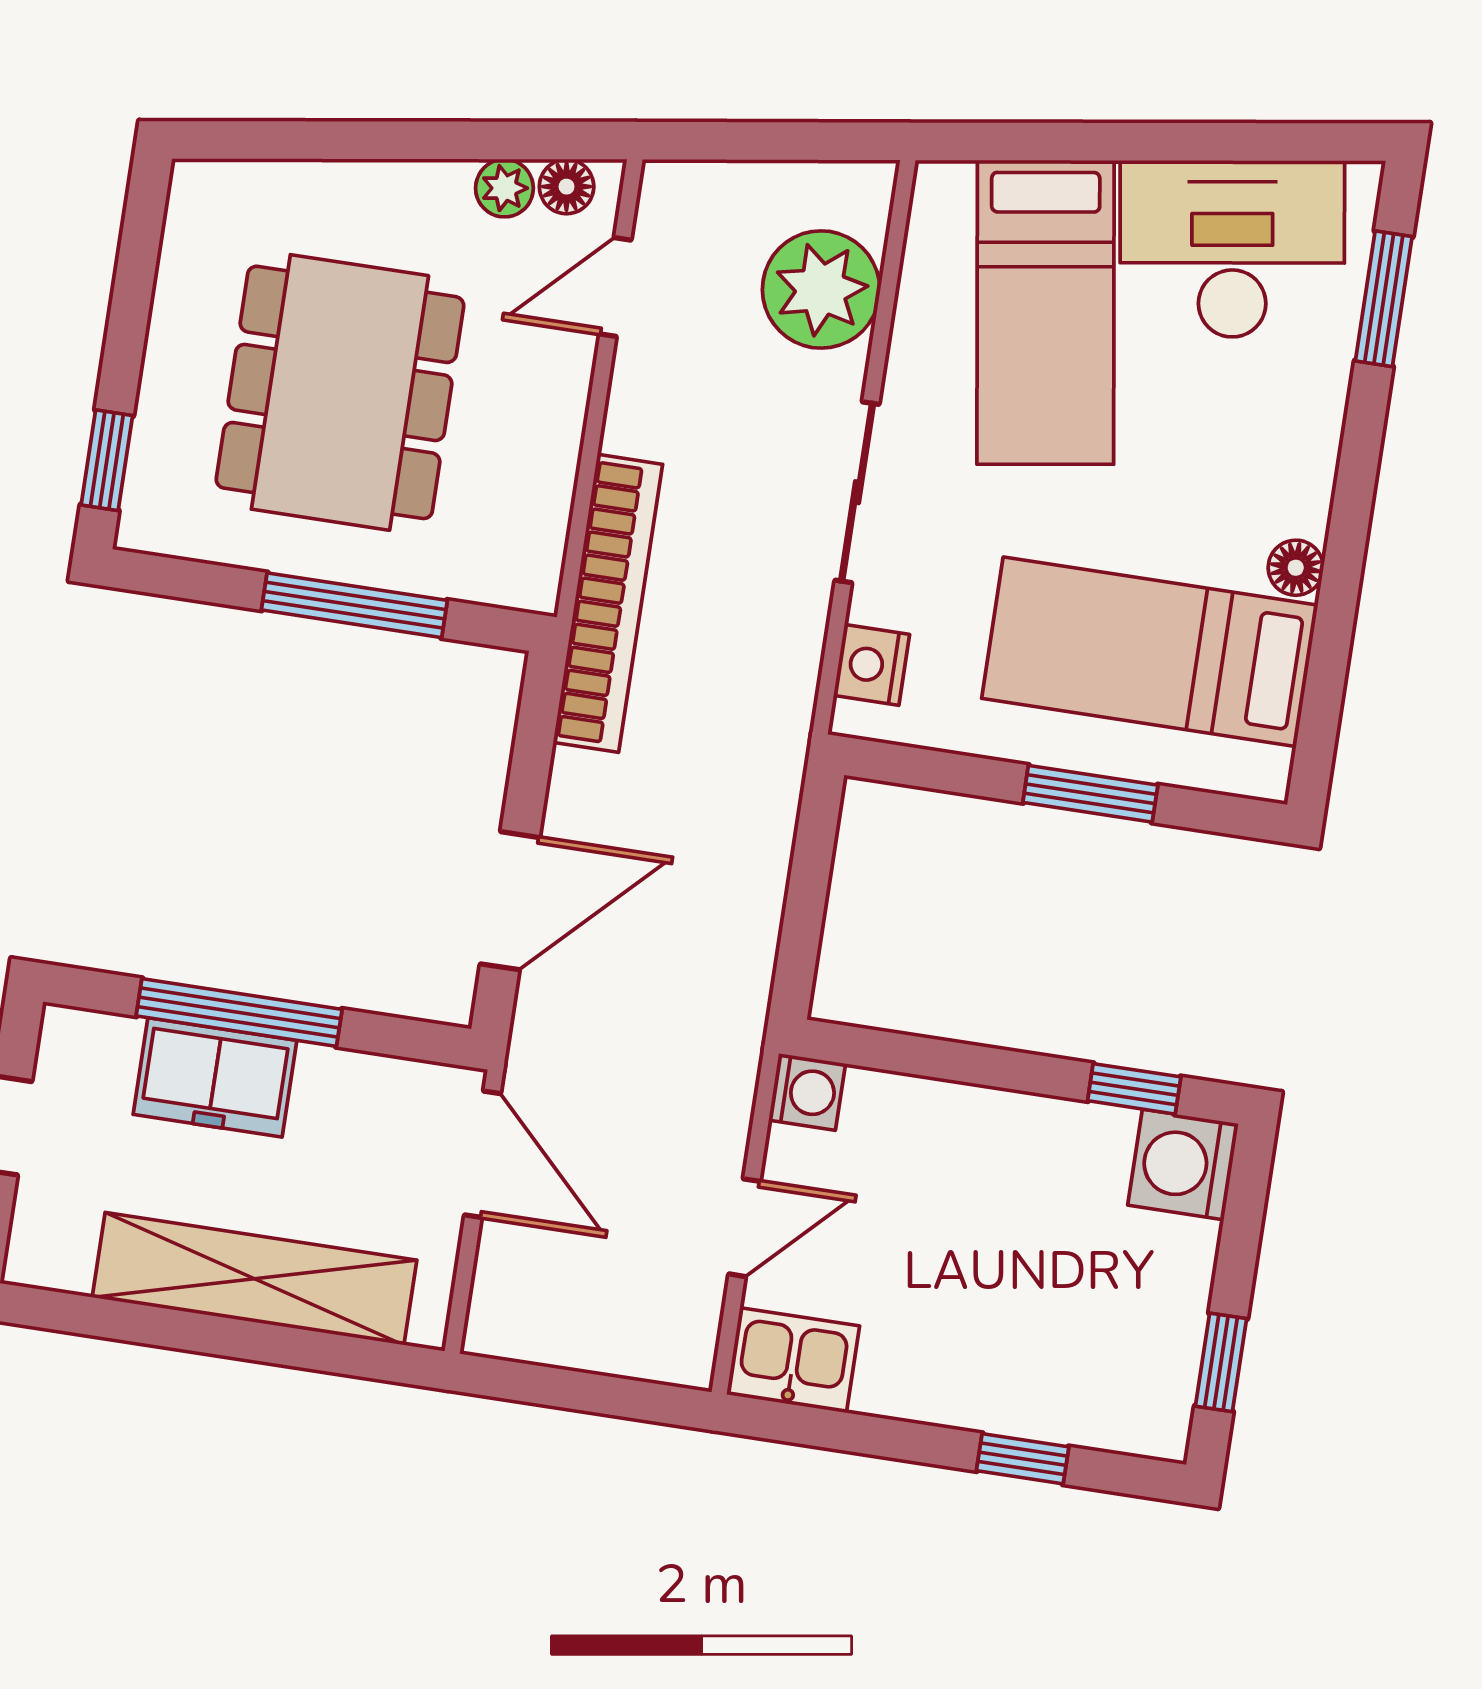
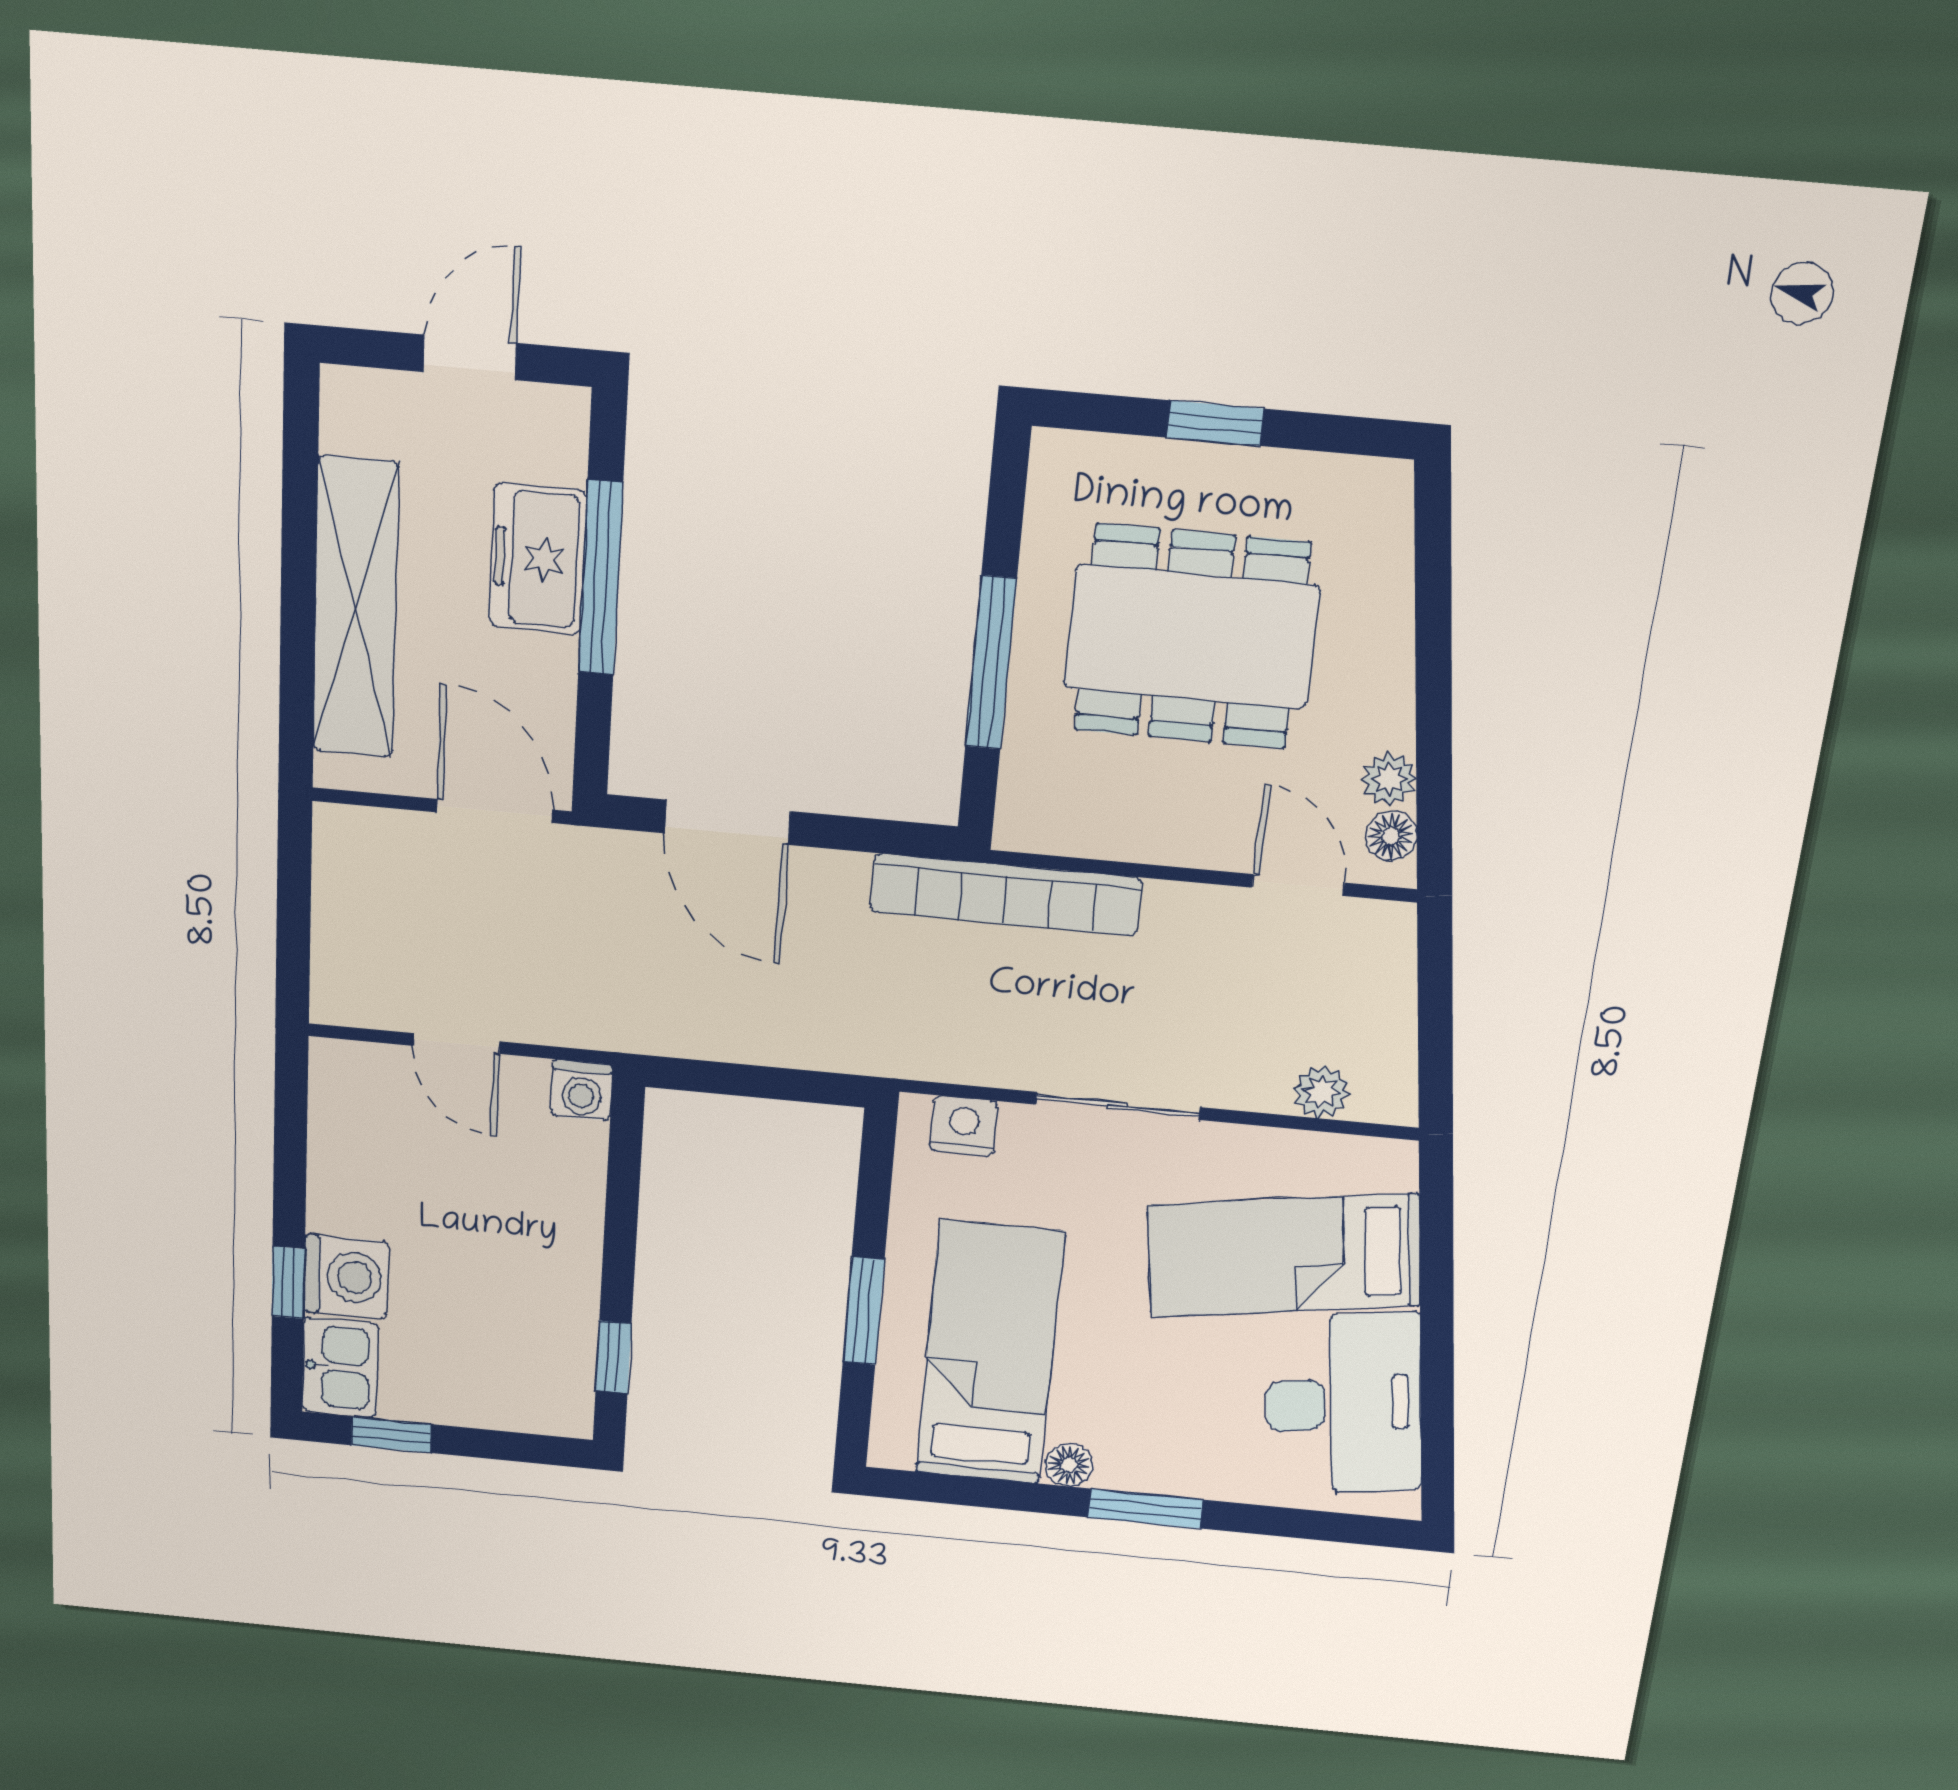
plant: (821, 289) -> (1321, 1092), width x0.53, depth x0.53
window: (1384, 299) -> (1145, 1509), moved
window: (107, 460) -> (1215, 423), moved
door: (483, 1154) -> (495, 811), swing flipped
washing machine: (1183, 1164) -> (346, 1277), moved, turned 90
kitchen sink: (793, 1360) -> (340, 1367), moved

